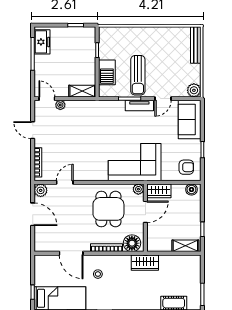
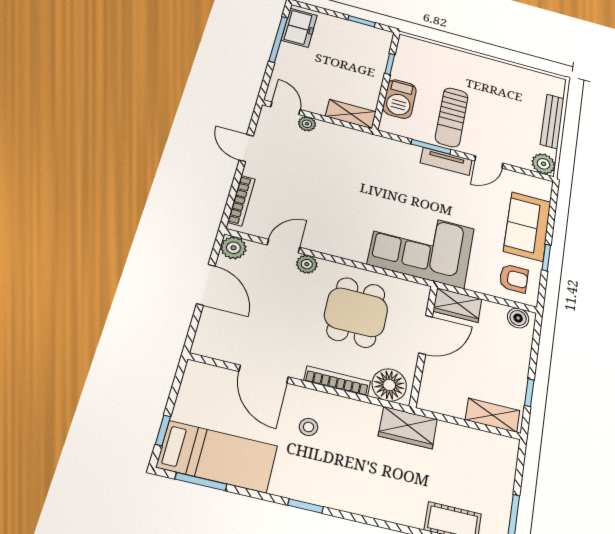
bench: (196, 45) -> (552, 121), moved
sofa: (190, 119) -> (527, 226), moved
plant: (138, 189) -> (307, 264), moved

